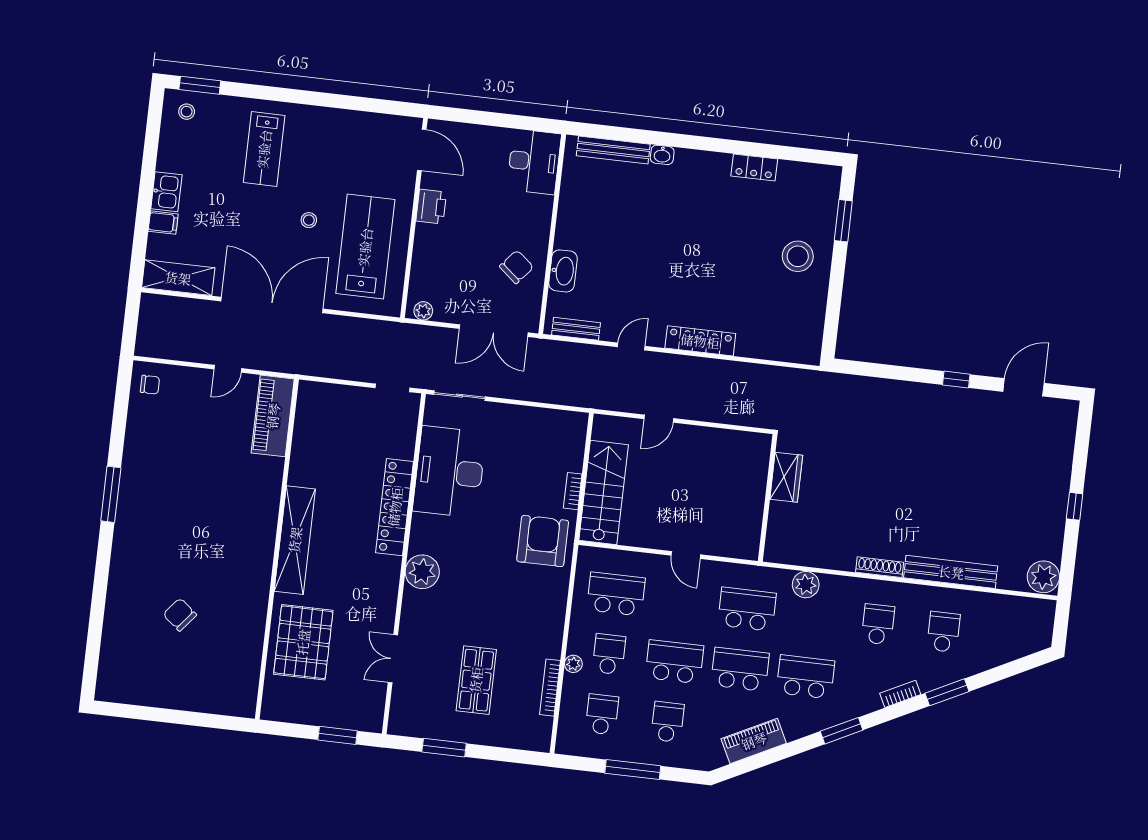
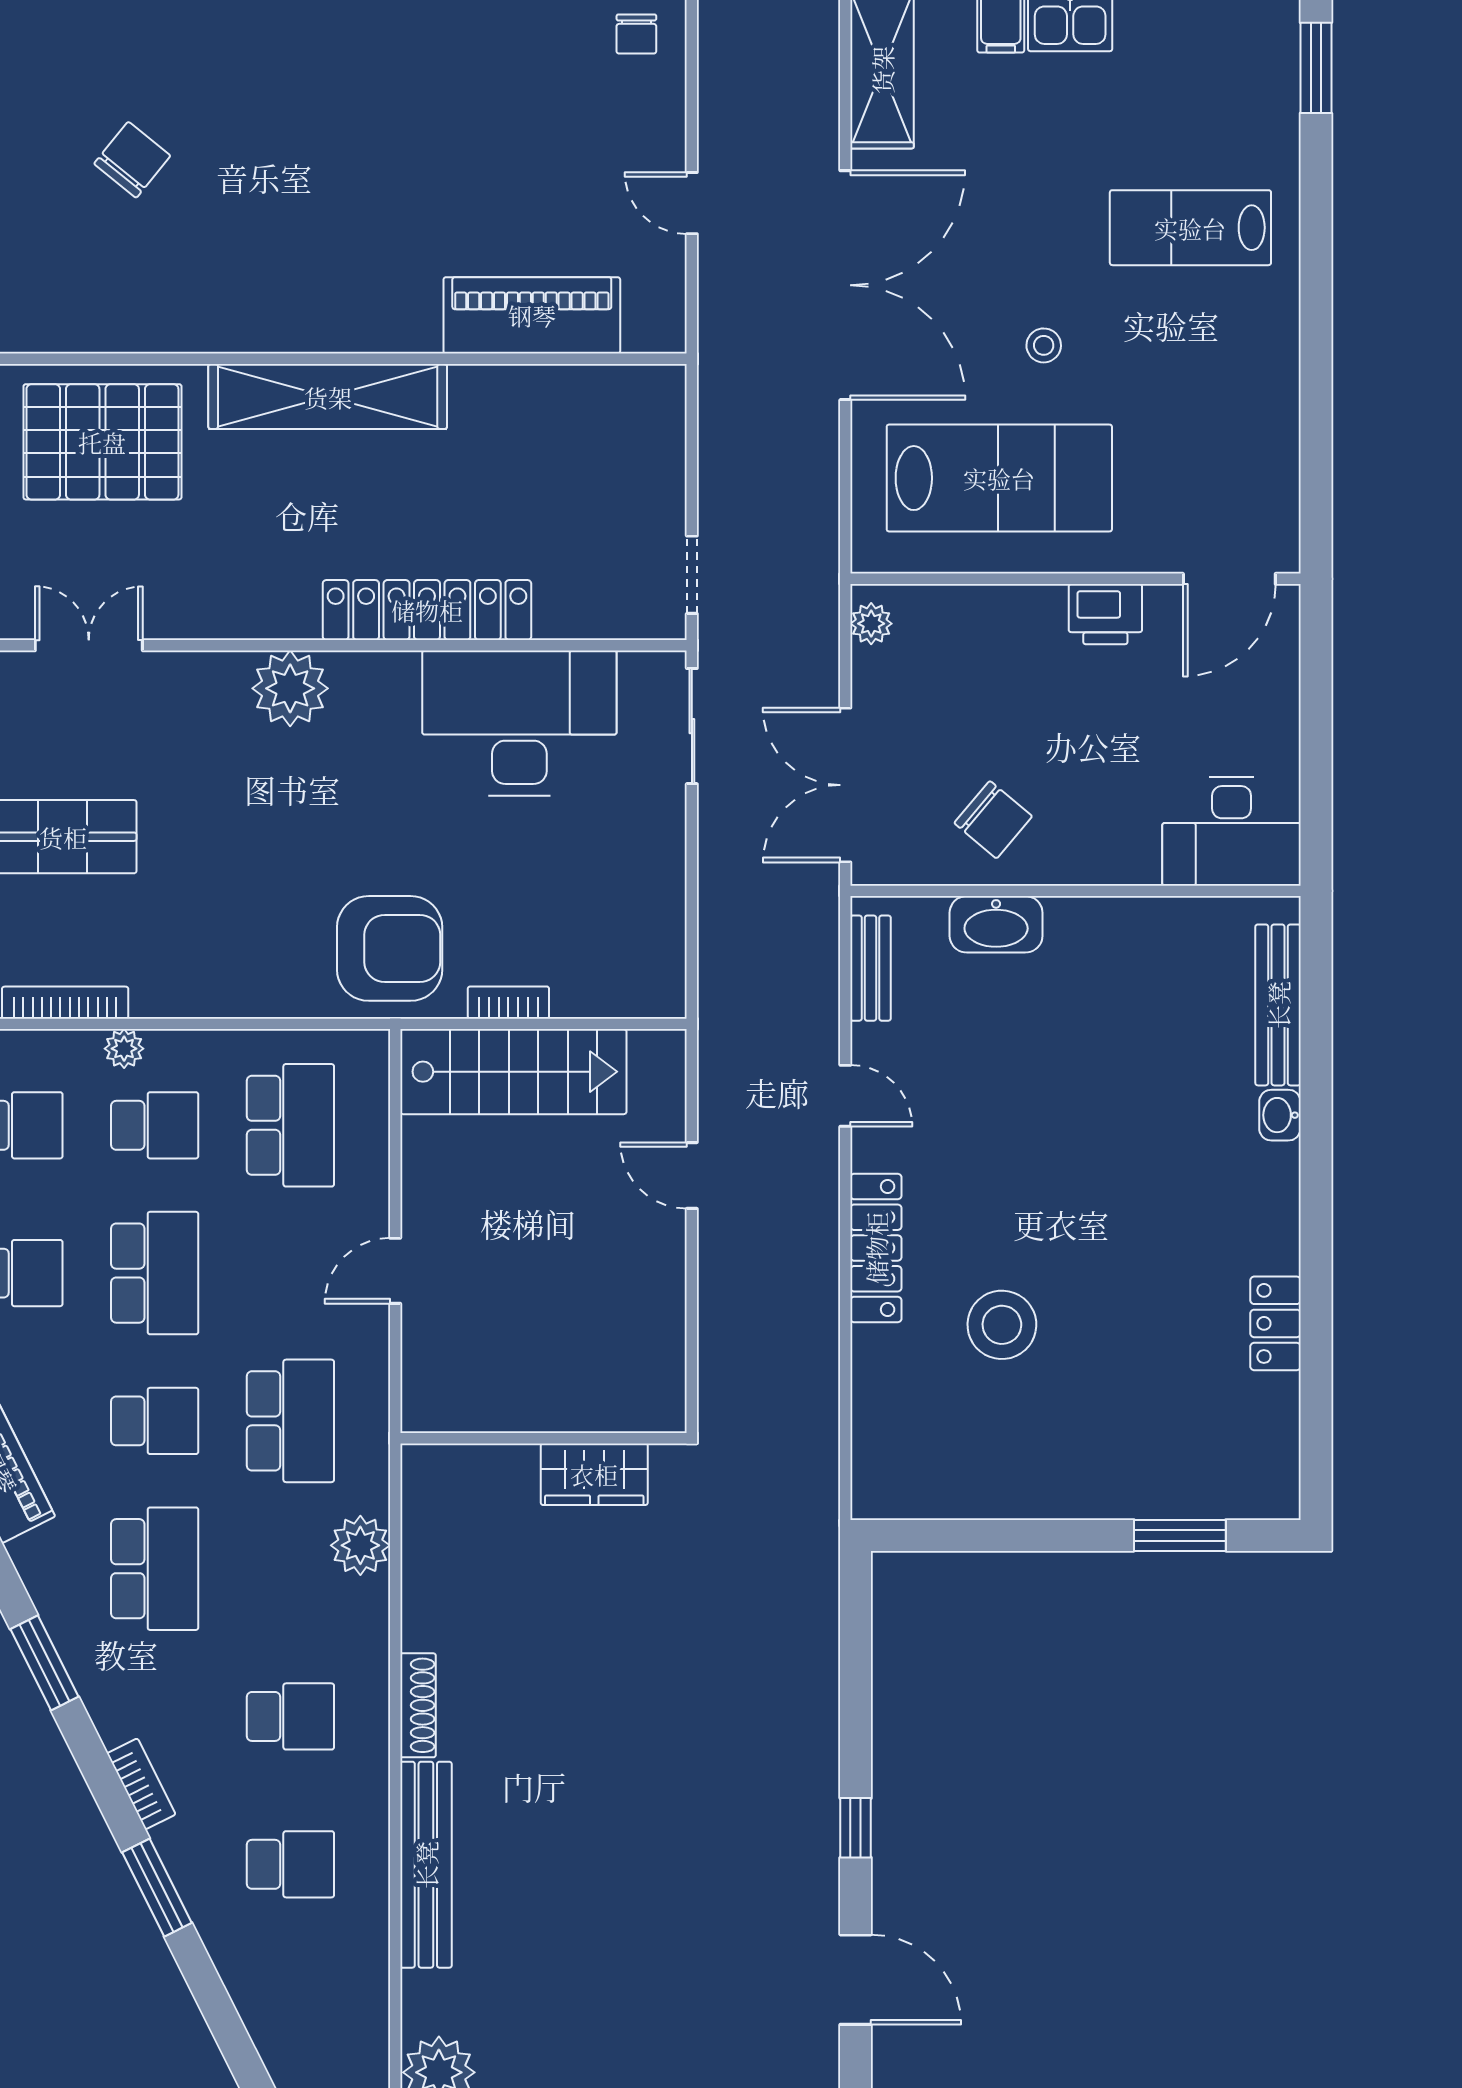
stool: (187, 112) -> (1254, 45), removed
stool: (798, 256) -> (1002, 1325), moved
piano: (273, 416) -> (532, 315), moved
school desk: (740, 669) -> (155, 1421), width x0.54

